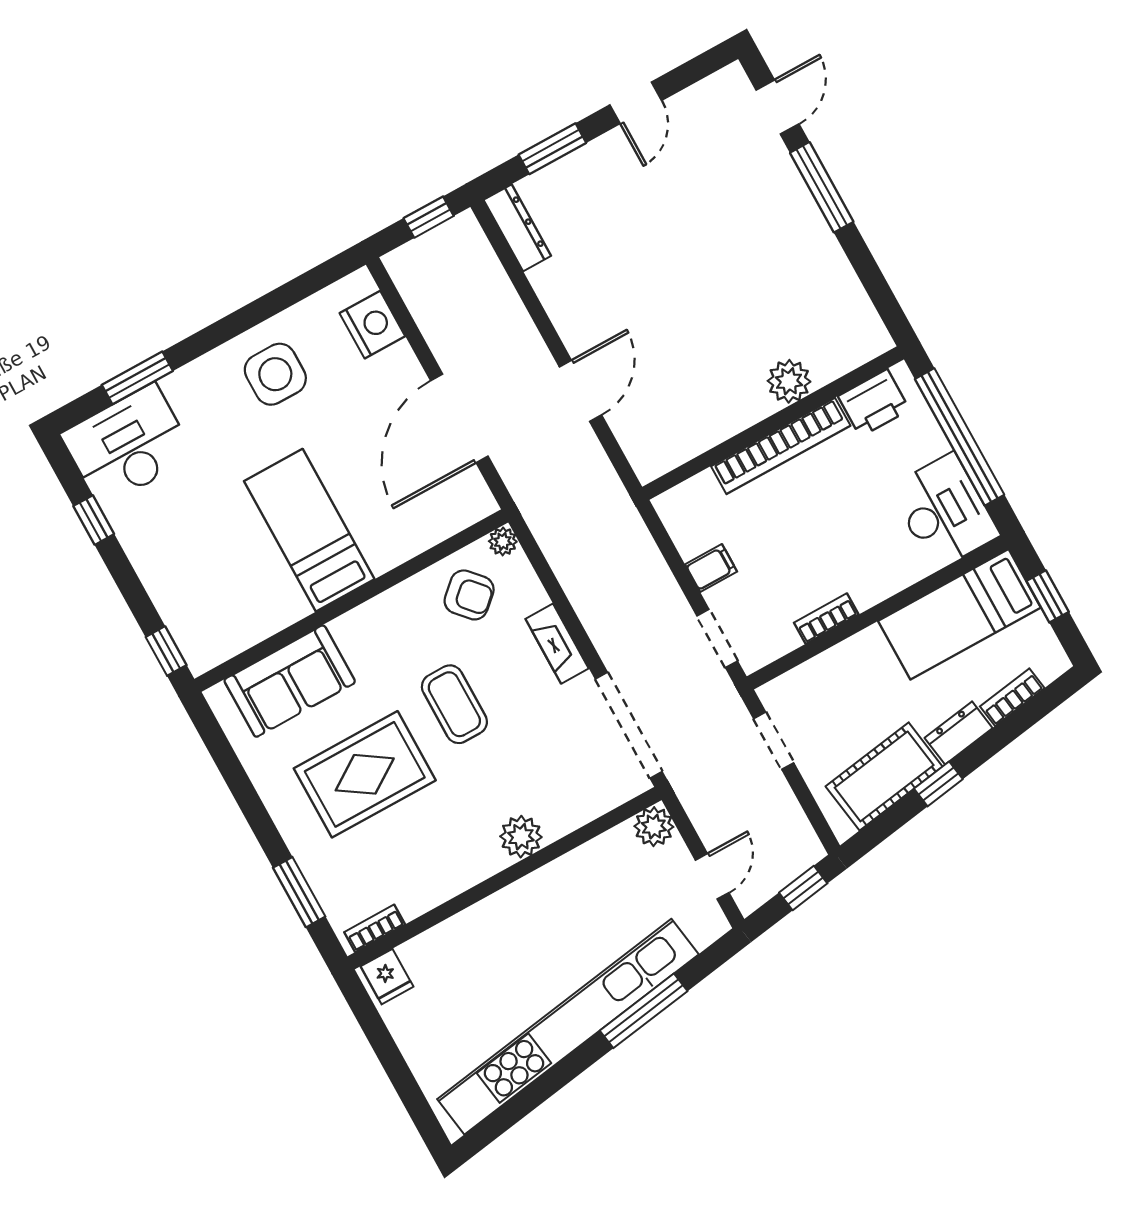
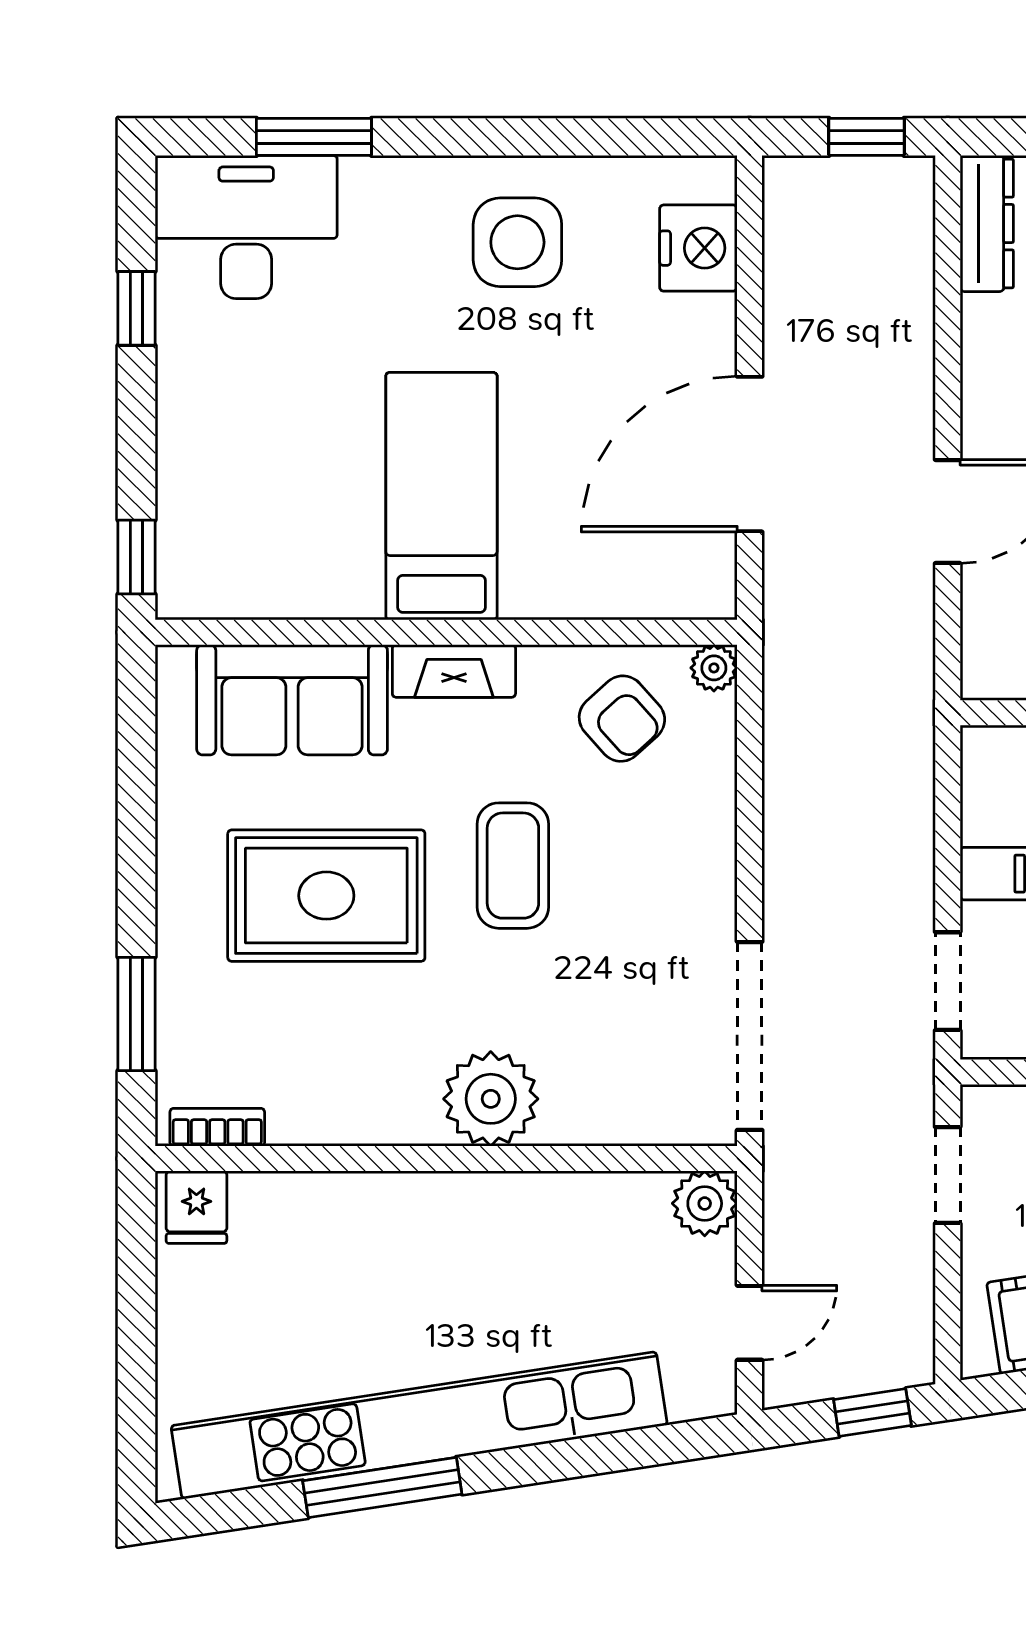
fireplace: (557, 644) -> (454, 671), moved, turned -90
plant: (521, 837) -> (491, 1099), width x1.36, depth x1.36
window: (644, 1011) -> (382, 1487), moved

